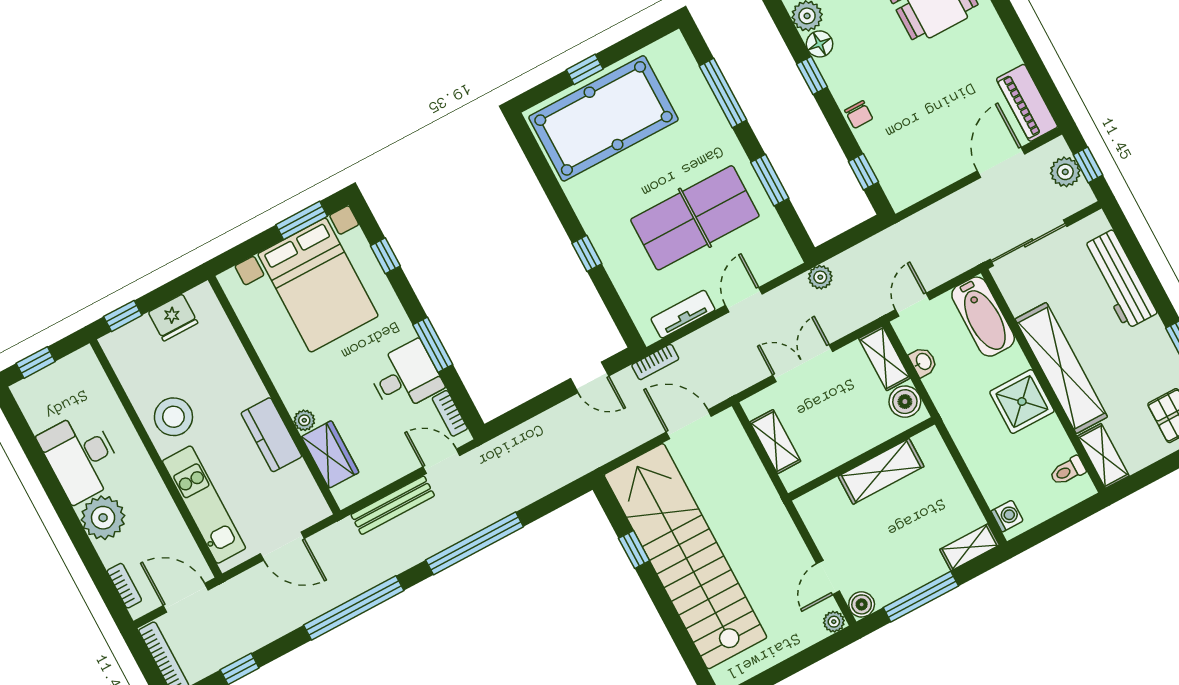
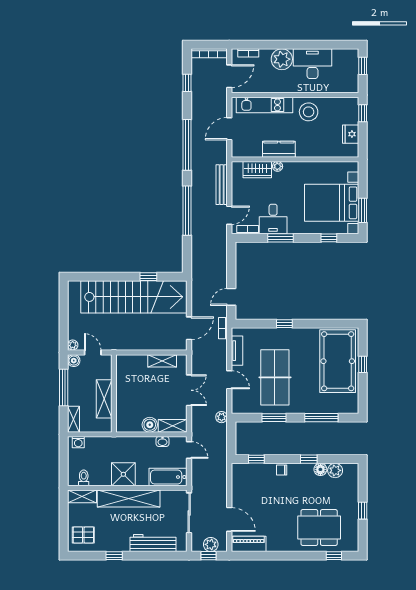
wall: (861, 459) -> (114, 393), moved
shelving: (881, 471) -> (104, 399), moved

